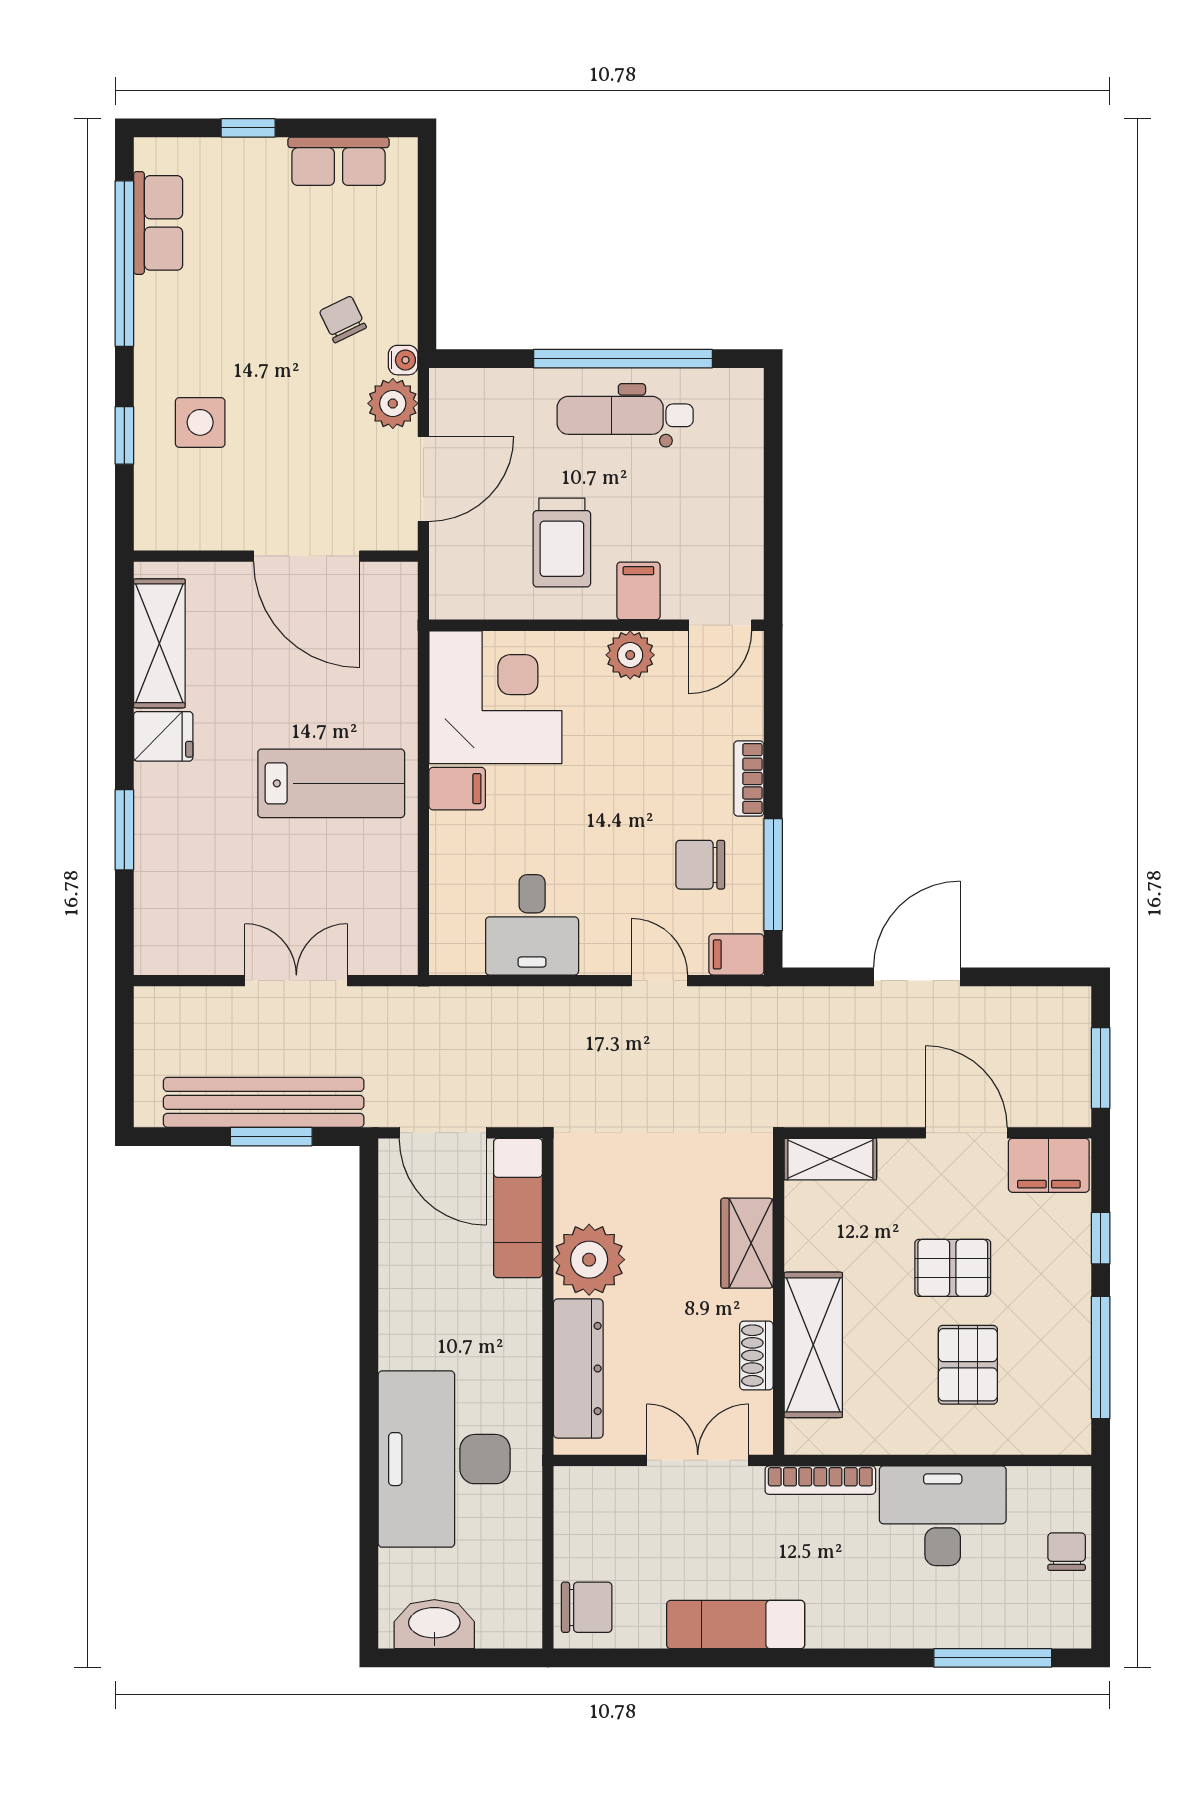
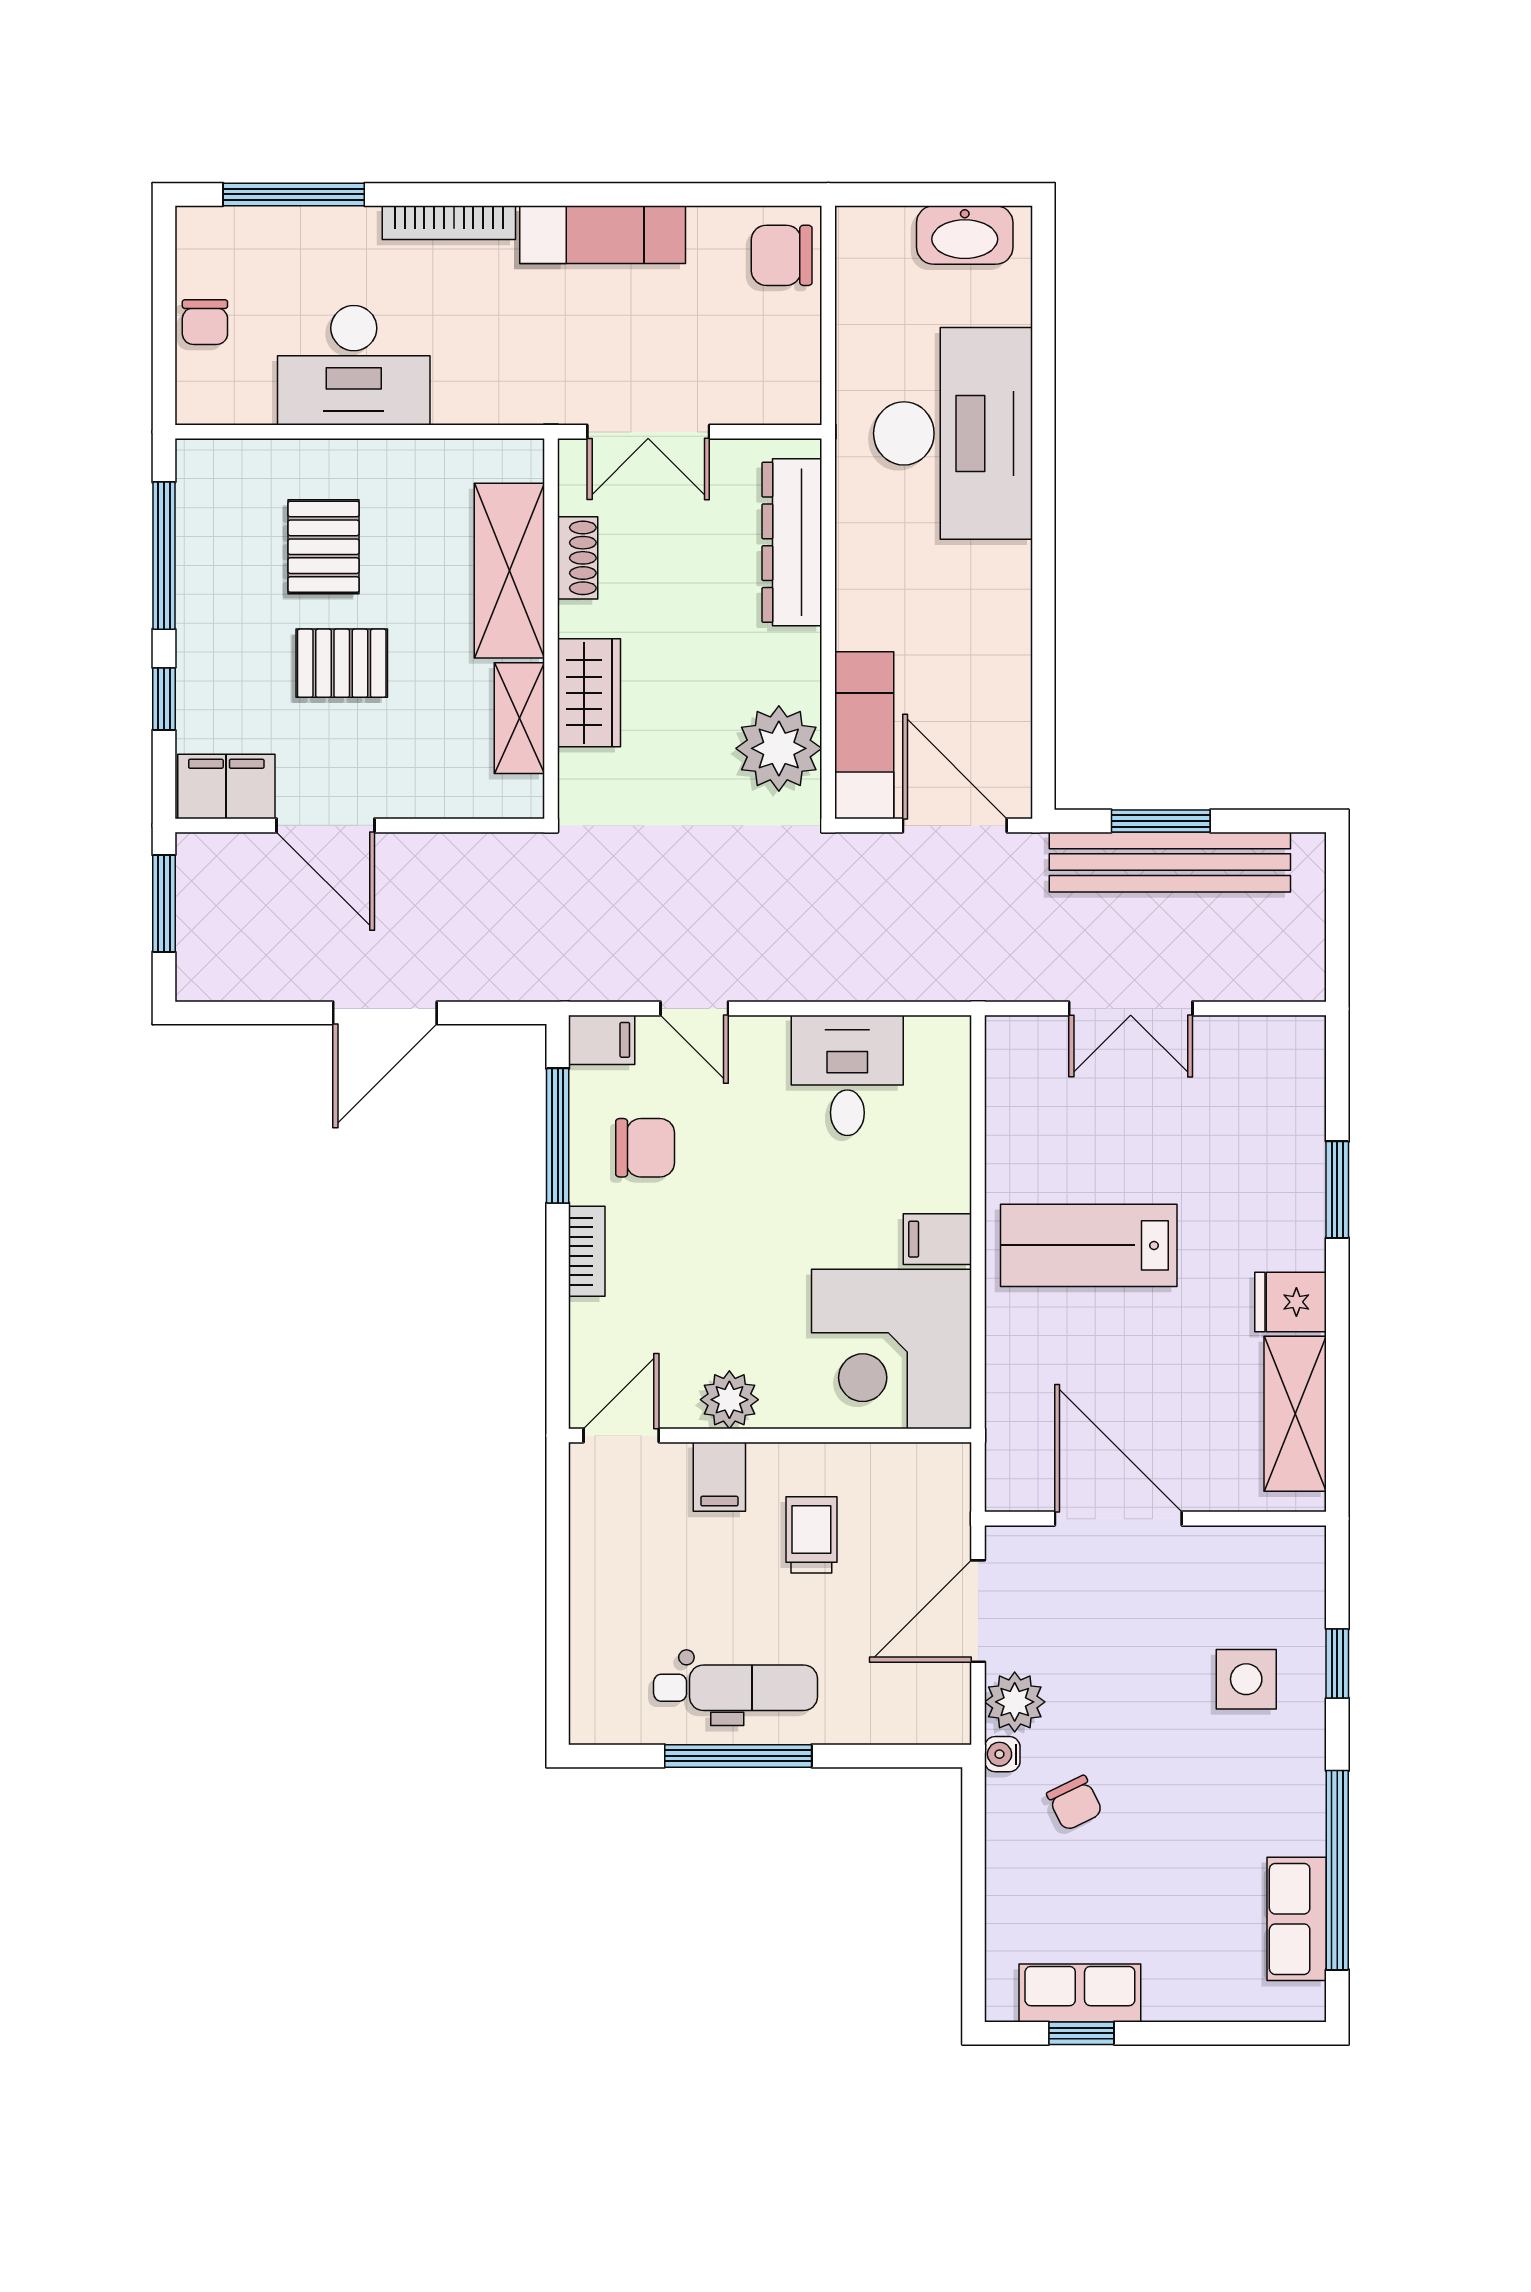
window: (248, 128) -> (1081, 2033), moved
window: (623, 359) -> (738, 1756), width x0.68
trolley: (562, 543) -> (811, 1535), width x0.73, depth x0.72
shelving: (830, 1159) -> (519, 718), moved, turned 90
plant: (589, 1260) -> (779, 748), moved
bookcase: (820, 1480) -> (449, 223), moved, turned 180

